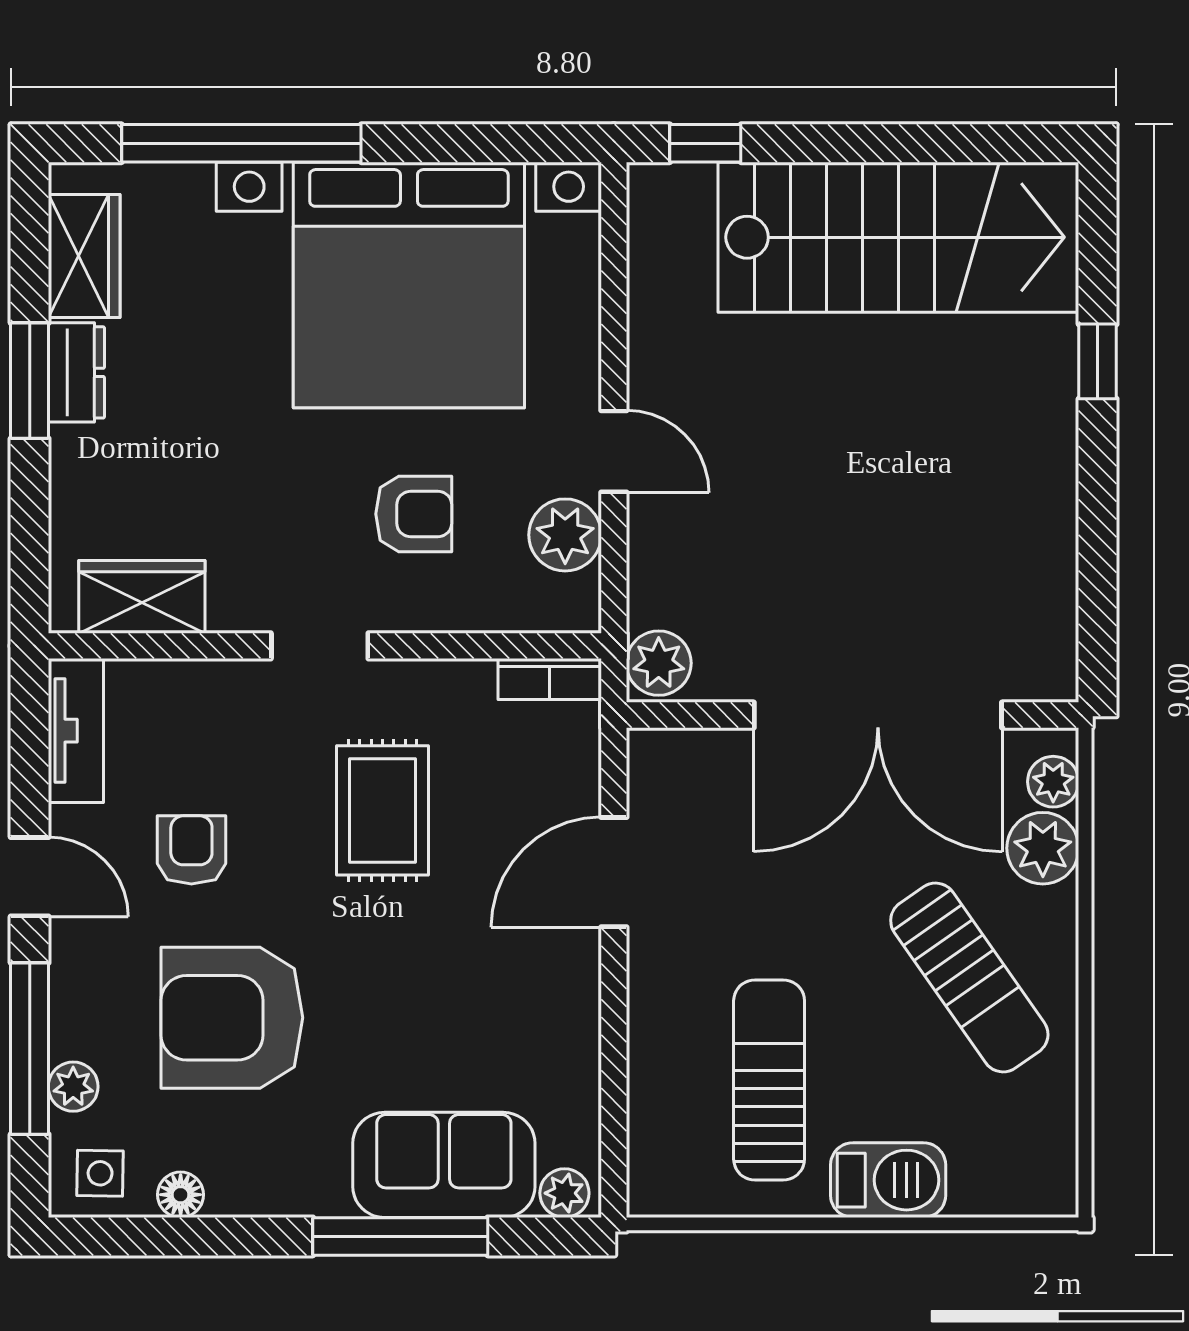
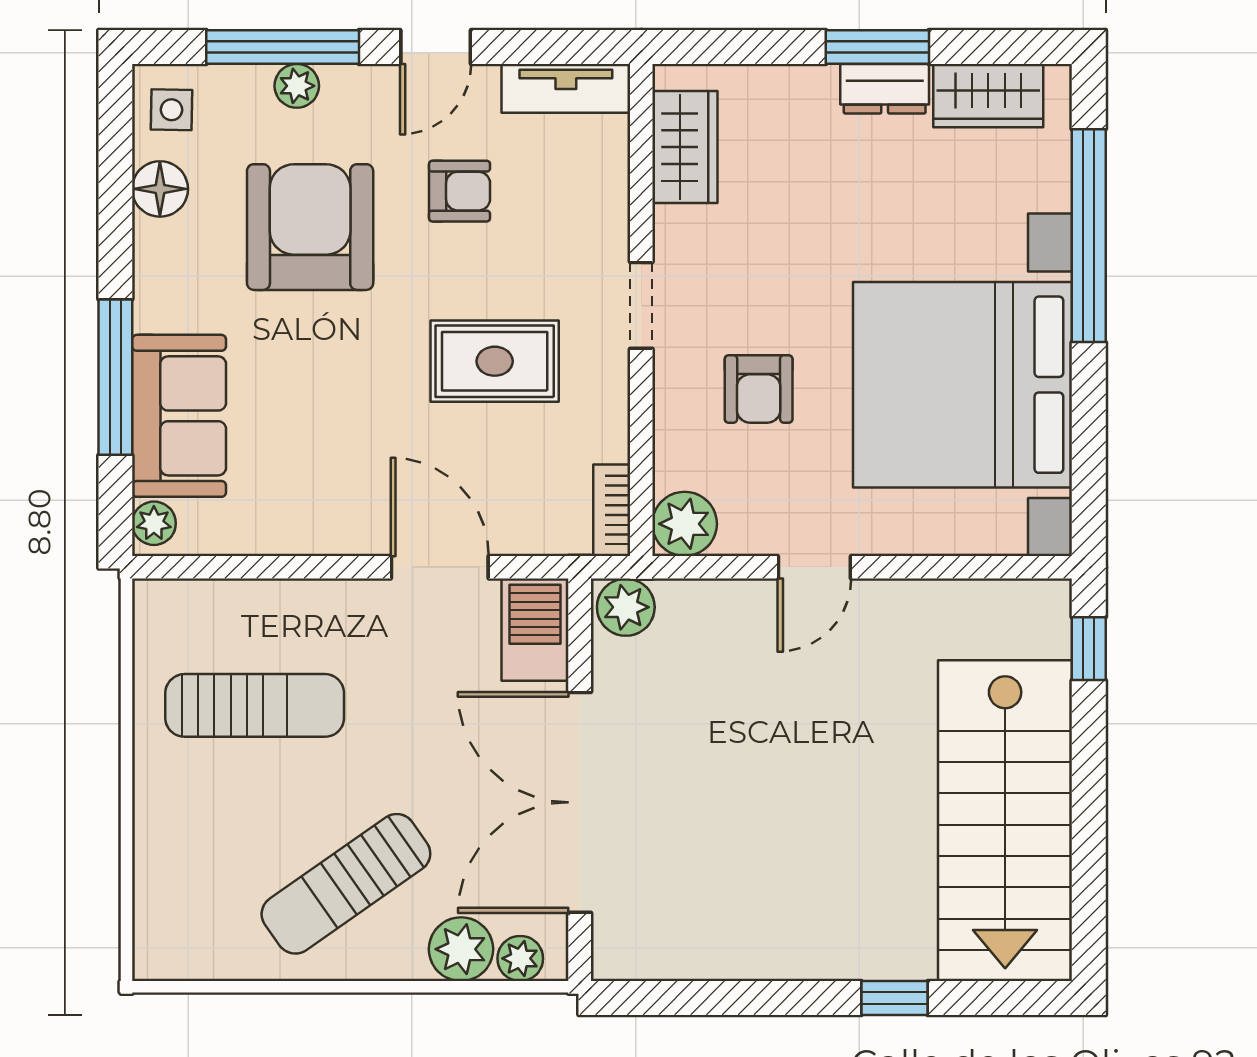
plant: (565, 535) -> (685, 524), moved
plant: (73, 1087) -> (297, 86), moved
barbecue: (888, 1180) -> (535, 630), moved, turned 180
floor lamp: (181, 1195) -> (160, 189), width x1.37, depth x1.37

